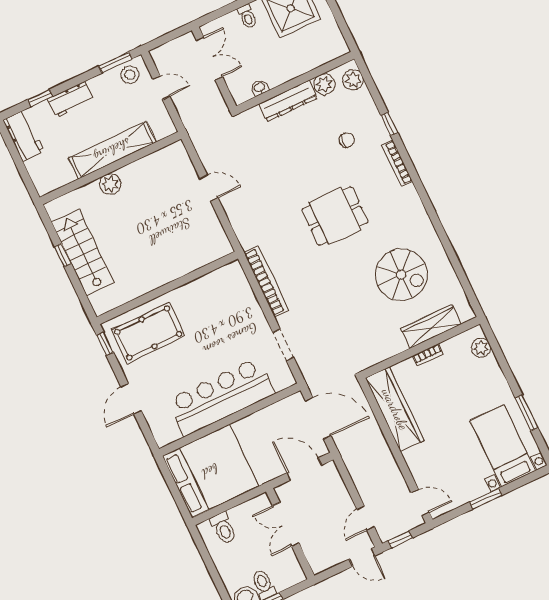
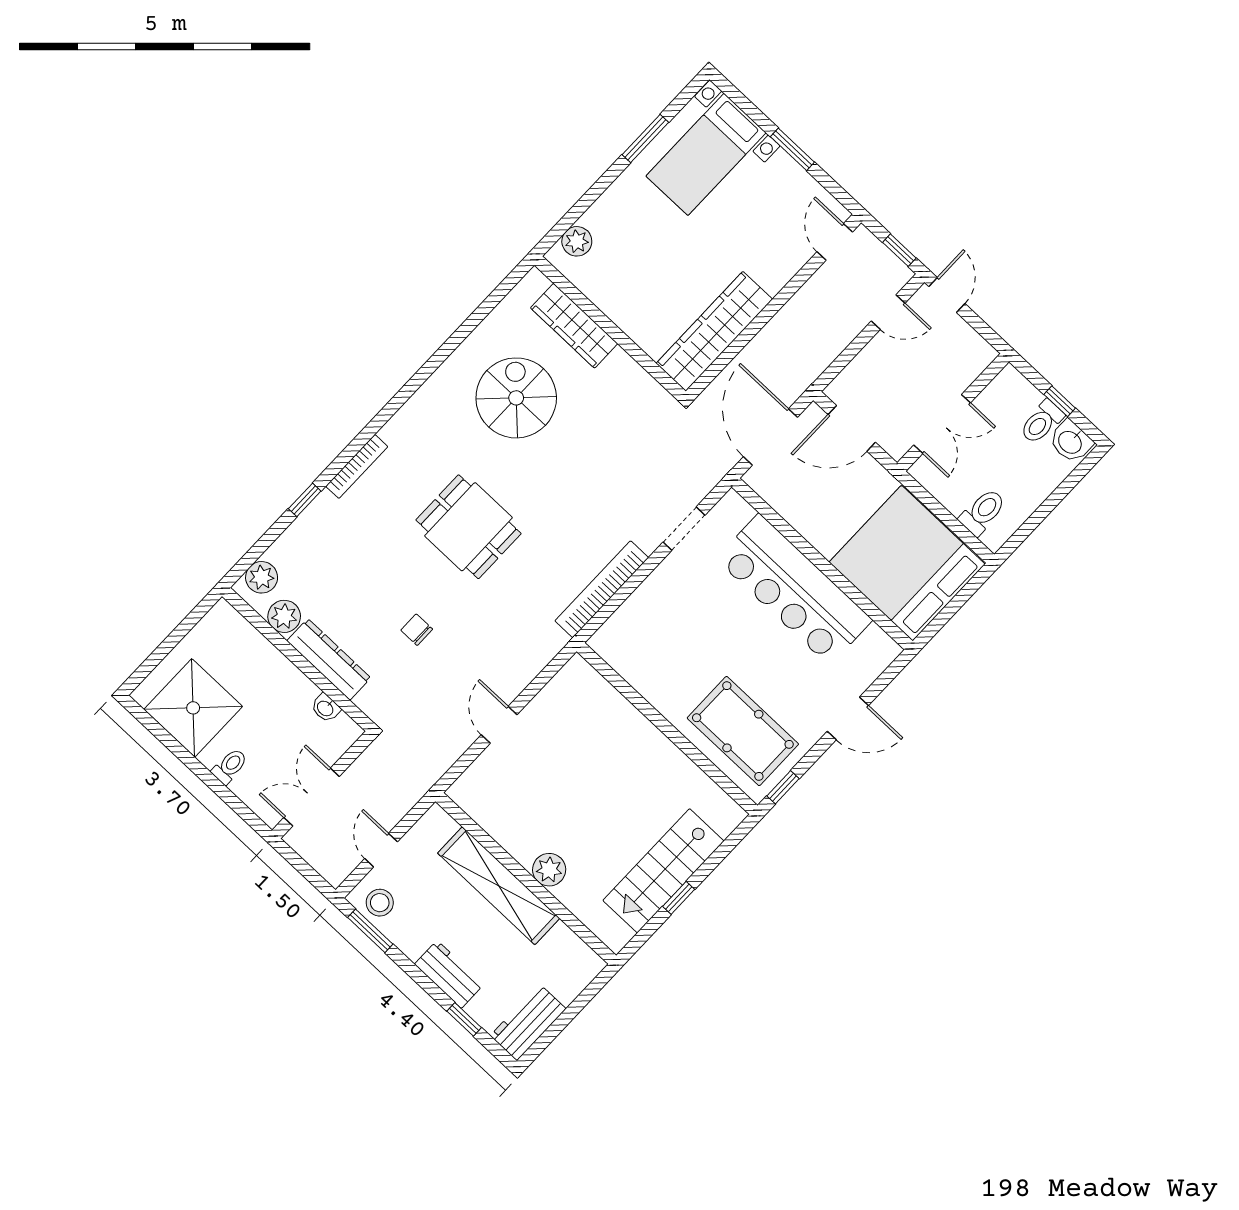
chair: (347, 140) -> (417, 630), moved
bookcase: (428, 355) -> (617, 314), removed
door: (304, 469) -> (852, 428), hinge flipped

